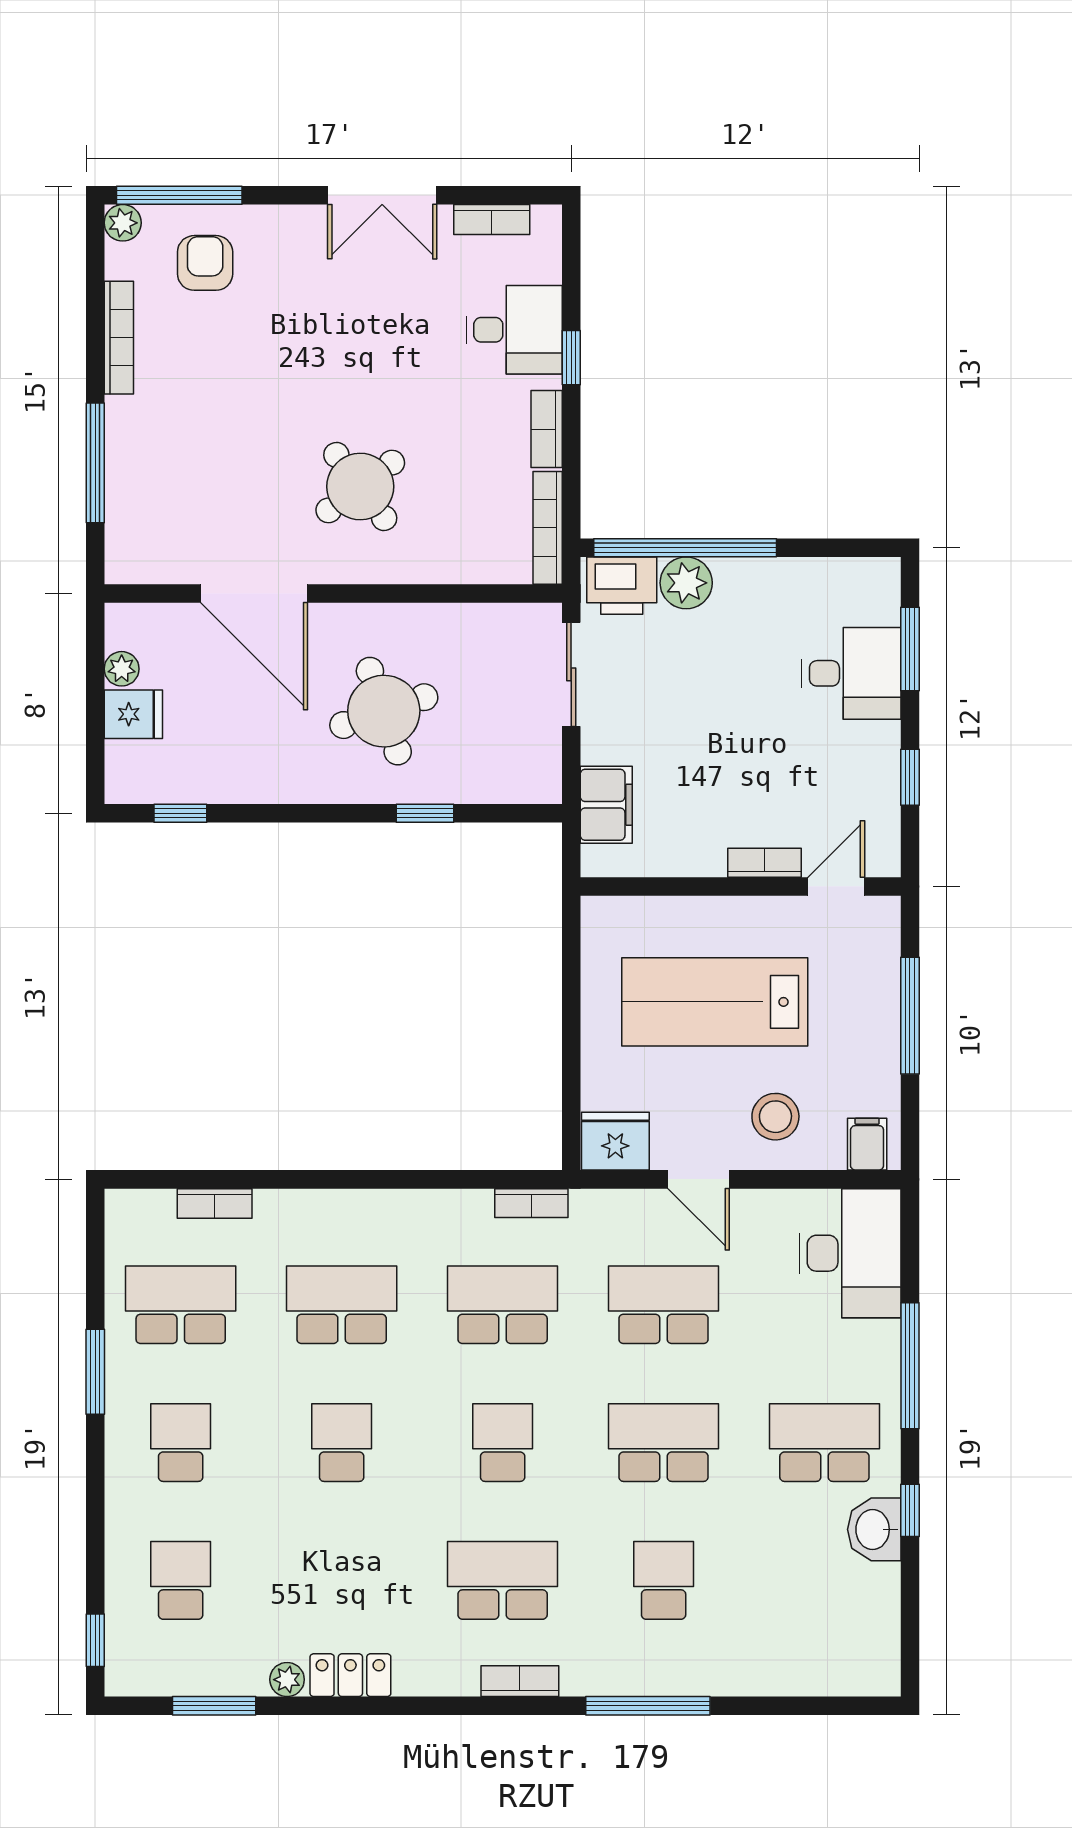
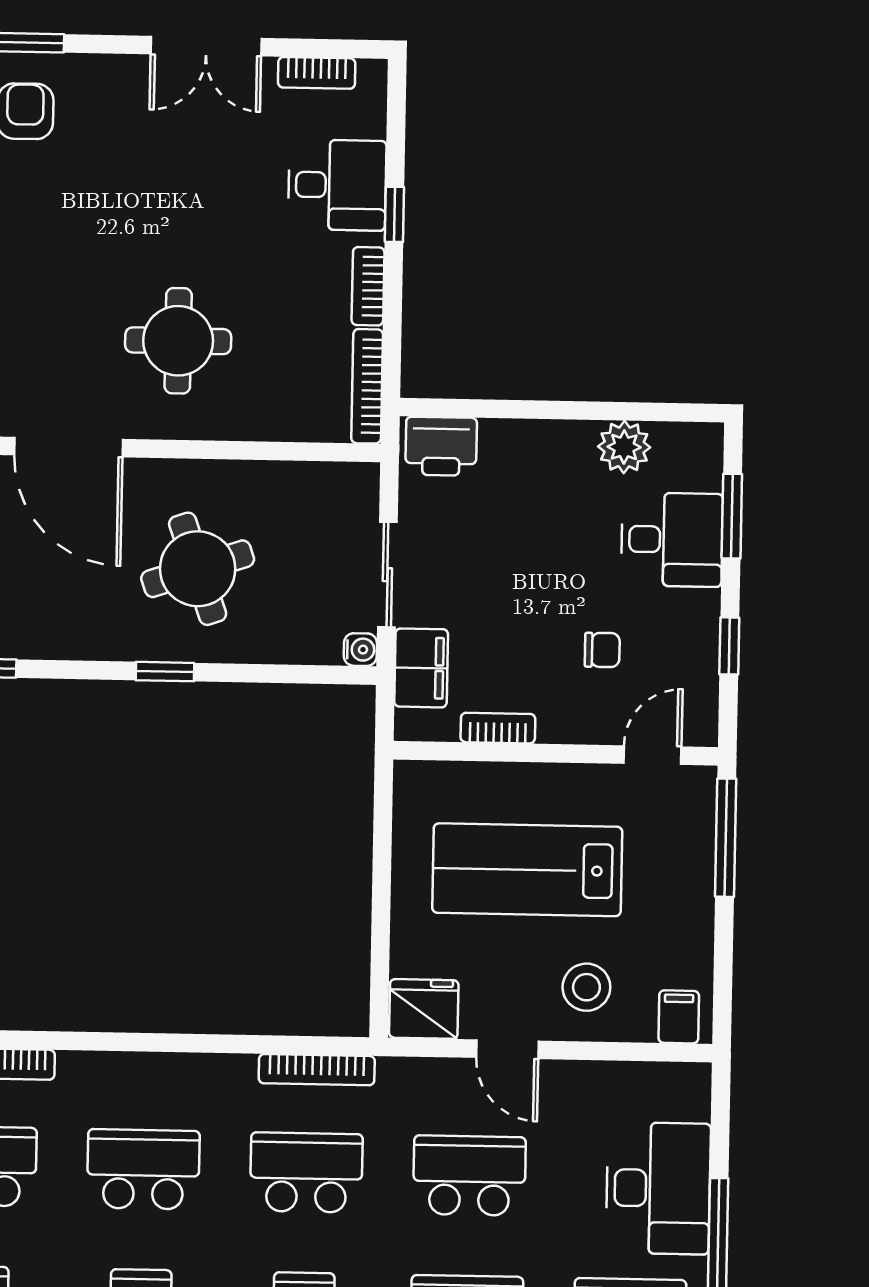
round table: (360, 487) -> (178, 341), turned 37
window: (685, 548) -> (506, 409), removed
plant: (686, 583) -> (624, 447), moved
sliding door: (571, 674) -> (387, 575), moved
chair: (785, 784) -> (602, 650), added
water cooler: (546, 788) -> (360, 650), added
window: (425, 813) -> (165, 672), moved
bookcase: (765, 863) -> (498, 728), moved
window: (910, 1016) -> (726, 838), moved
bookcase: (531, 1203) -> (317, 1070), width x1.56
desk: (850, 1253) -> (658, 1188), moved

